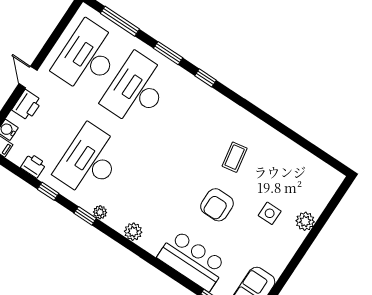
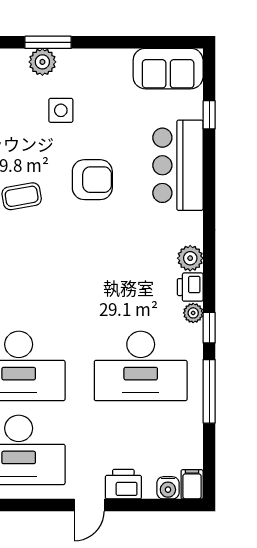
printer: (33, 166) -> (190, 287), moved
window: (48, 191) -> (209, 391), width x2.17
window: (314, 232) -> (48, 42), added

